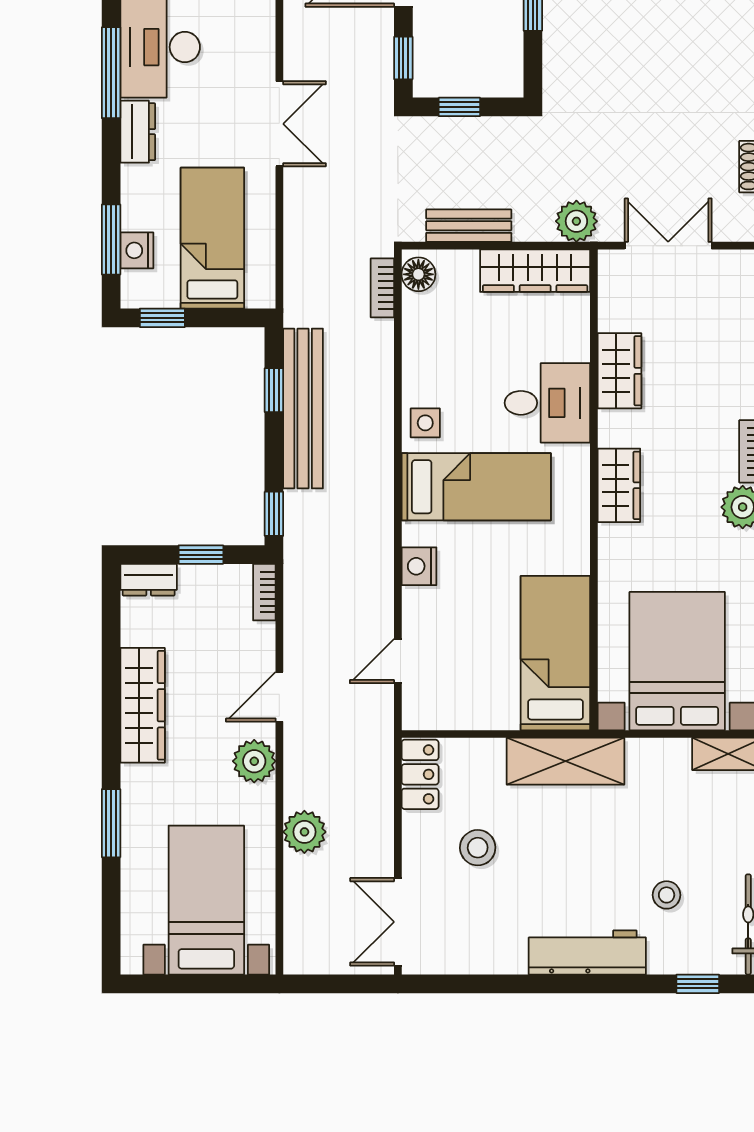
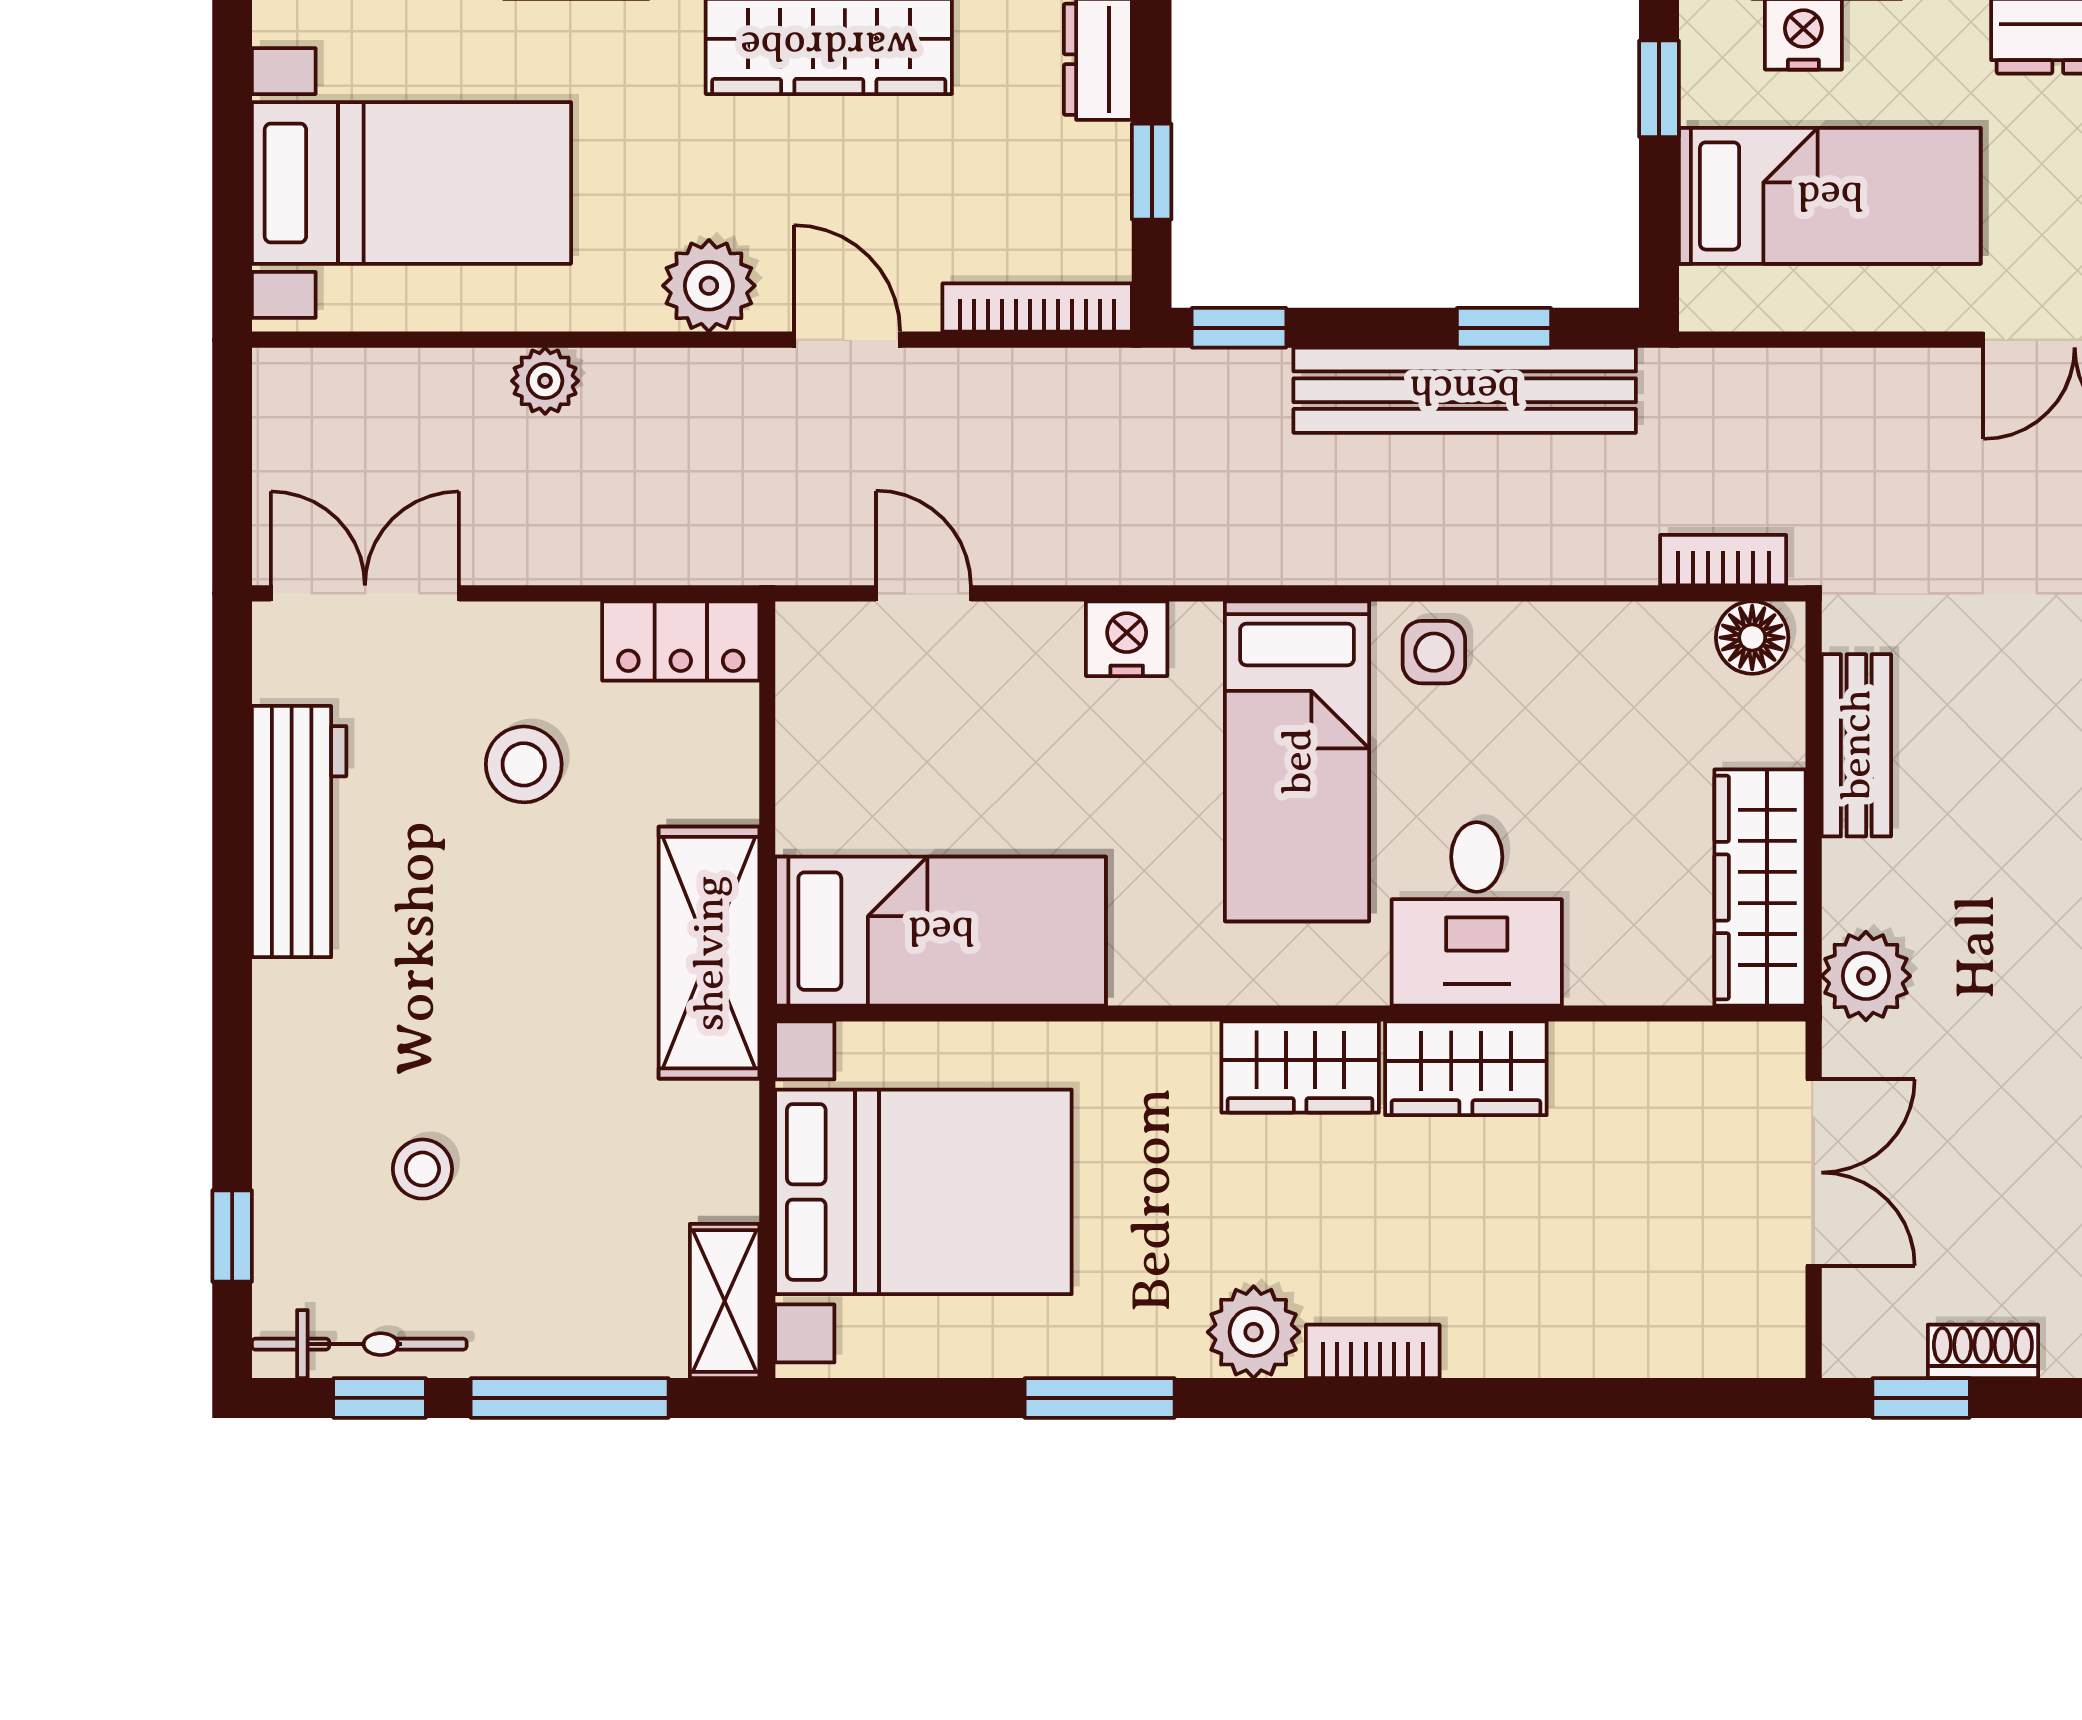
wardrobe: (619, 371) -> (1466, 1068), moved
bookcase: (264, 592) -> (1037, 308), width x1.56
plant: (304, 832) -> (545, 381), width x0.73, depth x0.73
workbench: (587, 952) -> (299, 832), moved

